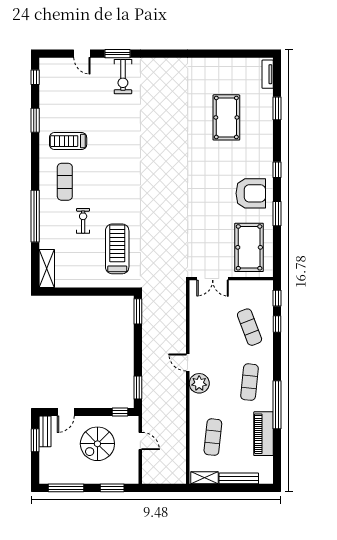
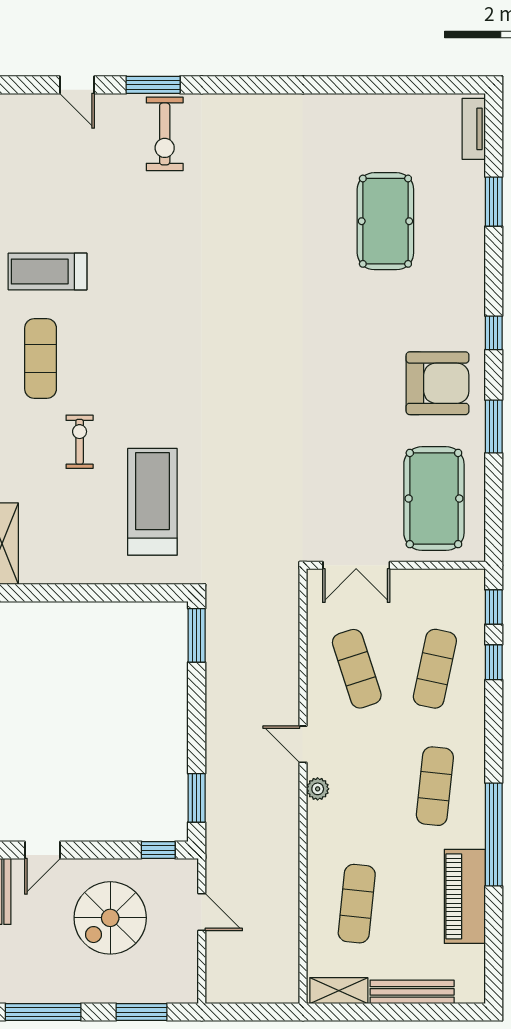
exercise mat: (213, 327) -> (357, 669), added
exercise mat: (250, 327) -> (435, 669), turned 33
plant: (199, 383) -> (318, 789), width x0.53, depth x0.53

